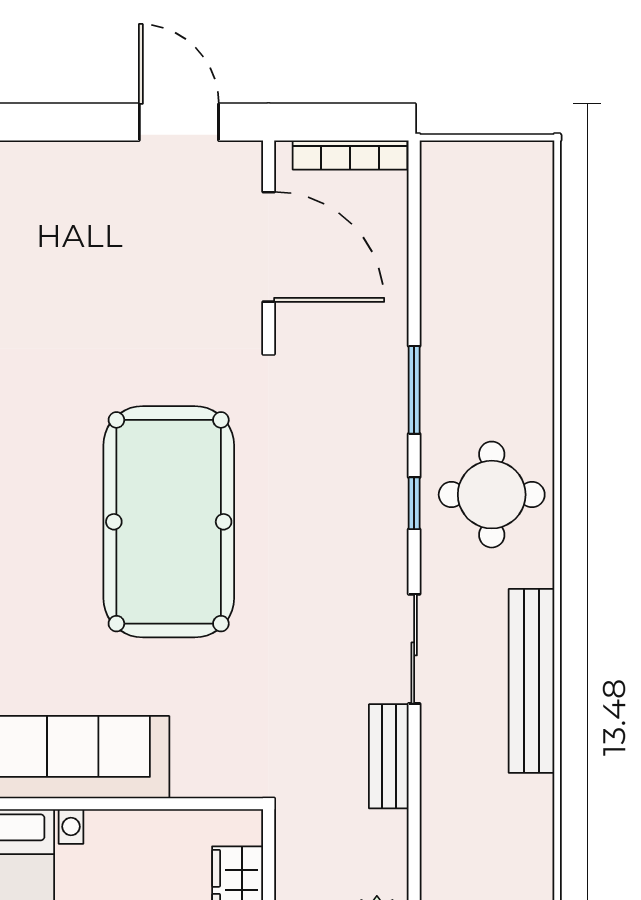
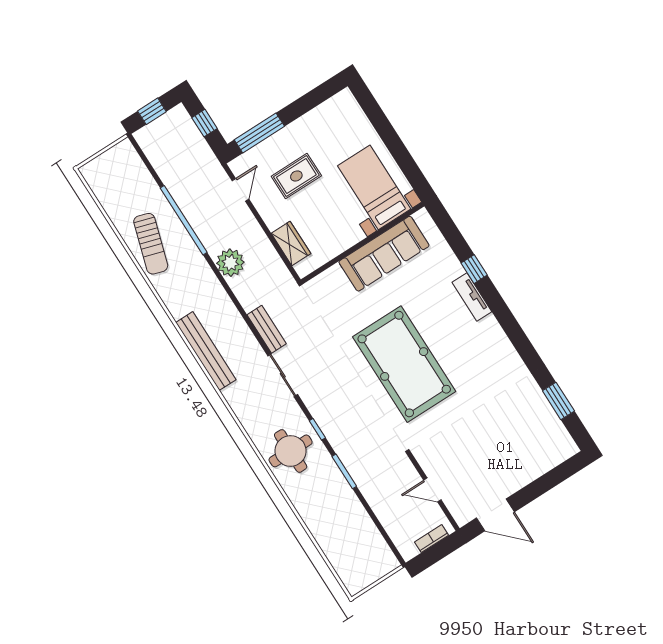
bookcase: (350, 155) -> (432, 539), width x0.64
door: (269, 247) -> (432, 490), width x0.53
bench: (531, 681) -> (206, 351), moved

